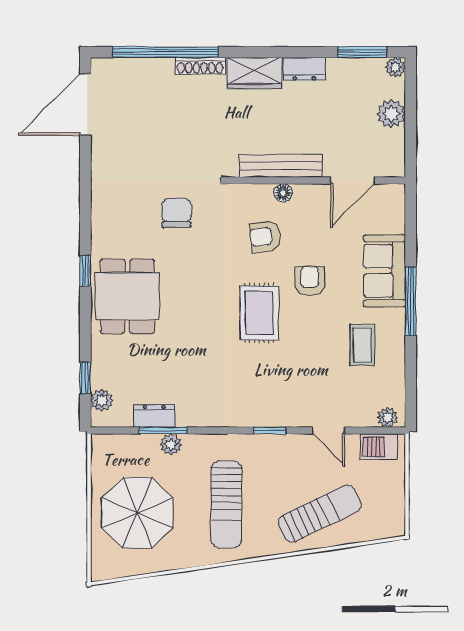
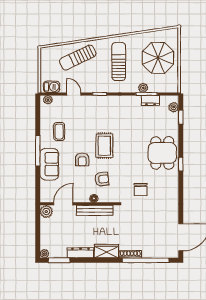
dresser: (304, 69) -> (80, 253), width x1.44
plant: (391, 114) -> (46, 211), moved

